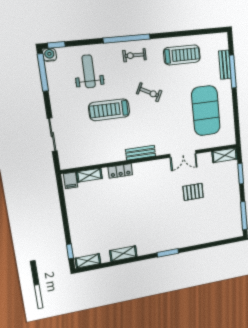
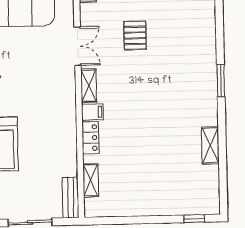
bench: (141, 153) -> (71, 198), moved
filing cabinet: (70, 180) -> (92, 112), moved
shelving: (88, 261) -> (89, 86), moved

